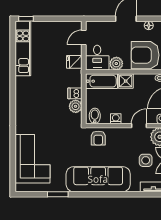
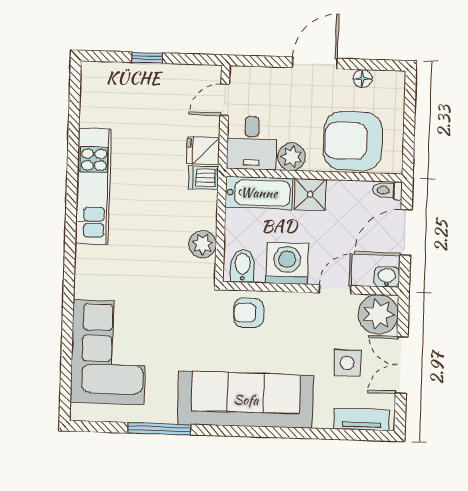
window: (26, 19) -> (147, 58), moved
kitchen unit: (23, 49) -> (93, 186), moved
dishwasher: (75, 93) -> (203, 178), moved
washing machine: (116, 119) -> (287, 263), width x1.89, depth x1.89
armchair: (98, 138) -> (249, 313), turned 90
window: (58, 194) -> (159, 429), width x1.44

